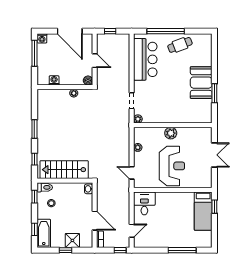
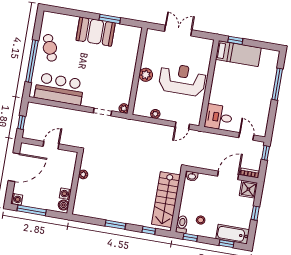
boiler: (88, 80) -> (64, 205), moved
shower: (72, 240) -> (248, 189), moved

